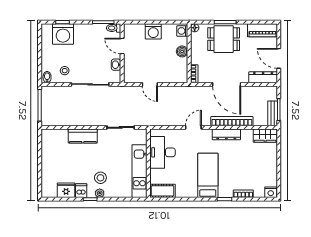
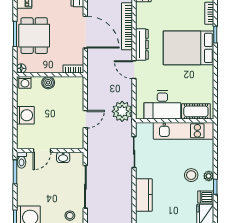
door: (227, 84) -> (85, 32), hinge flipped
plant: (157, 117) -> (122, 111), added
dresser: (226, 134) -> (142, 44), moved
bed: (208, 175) -> (189, 48), width x1.50
cot: (162, 191) -> (196, 111), moved, turned 90

